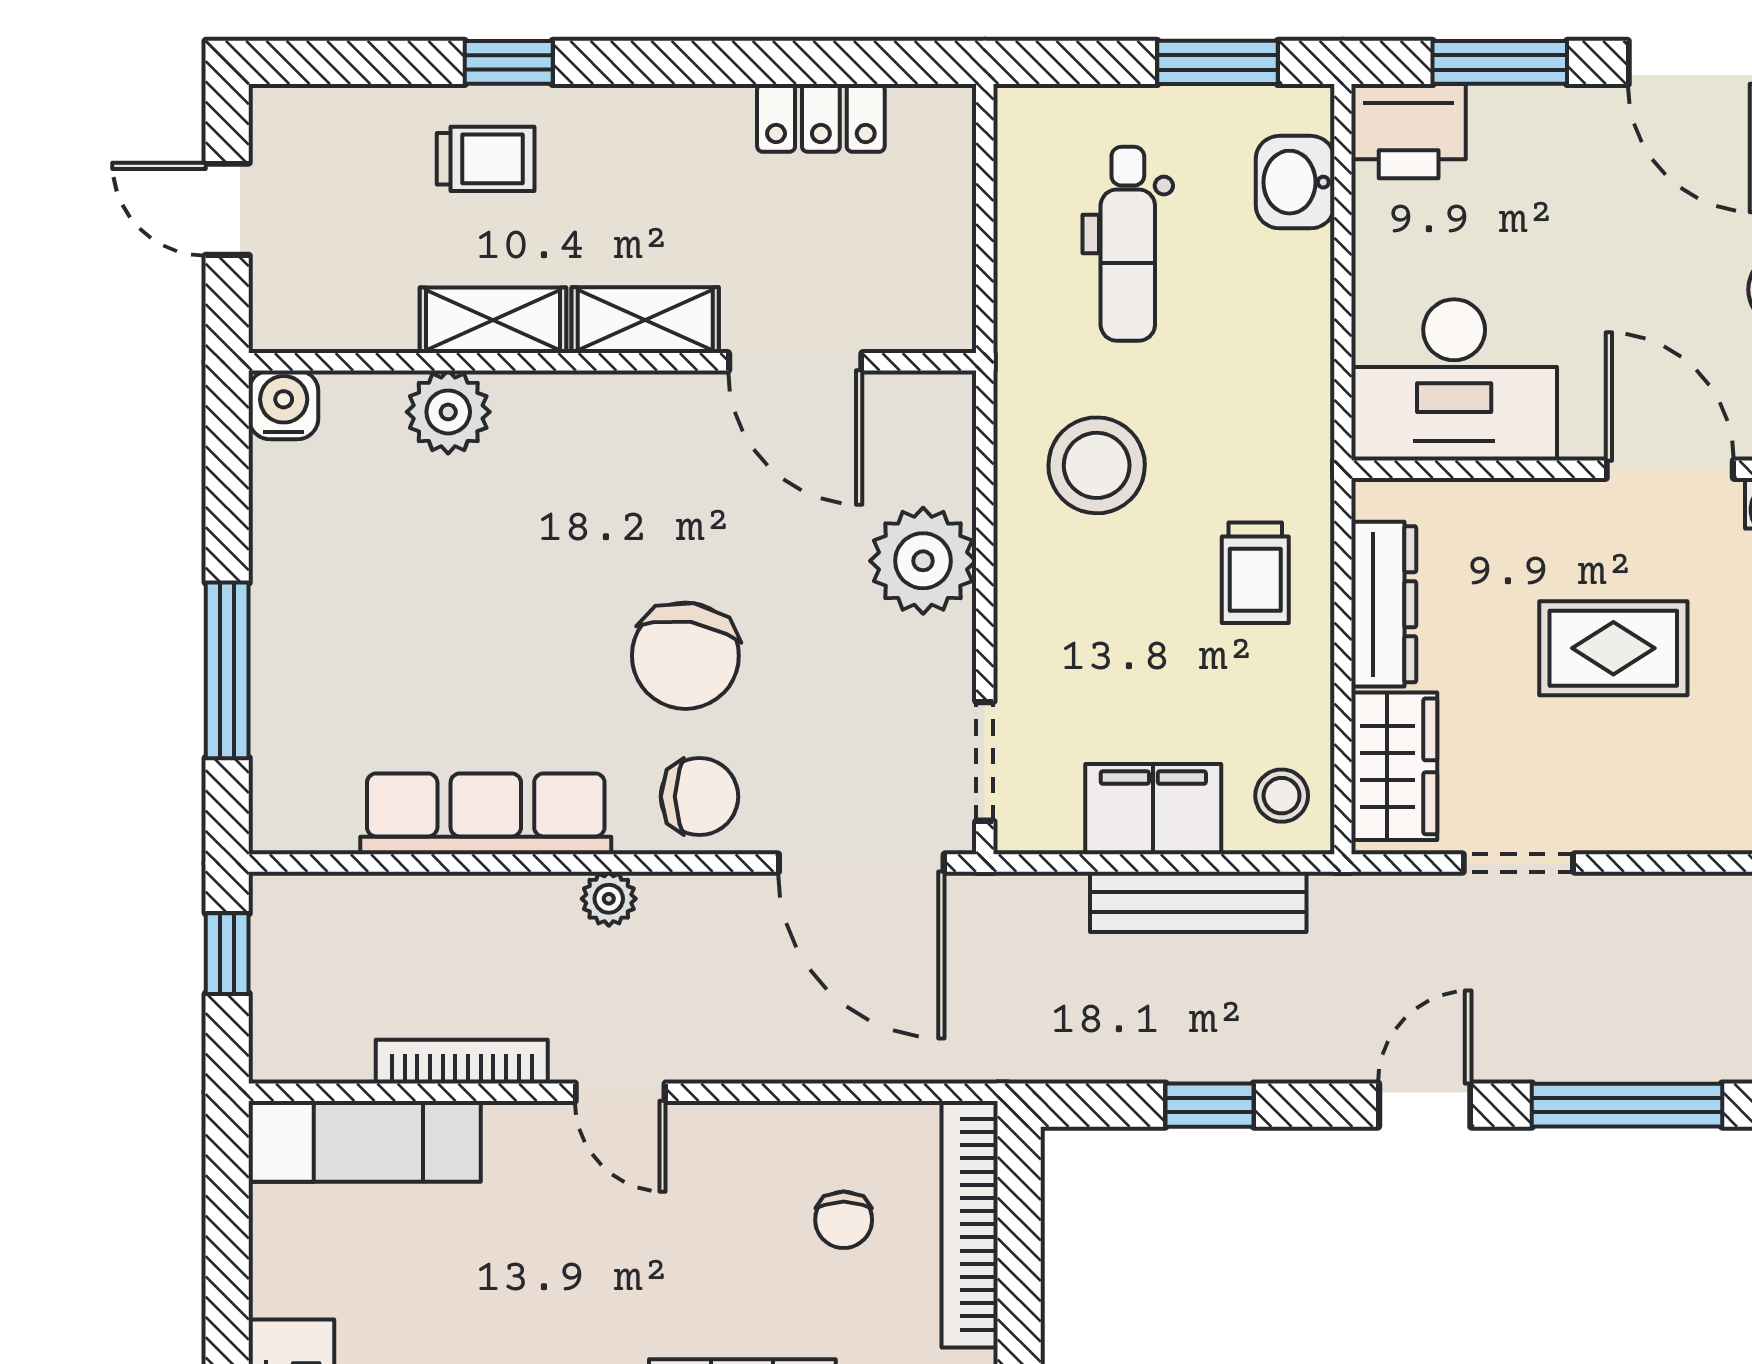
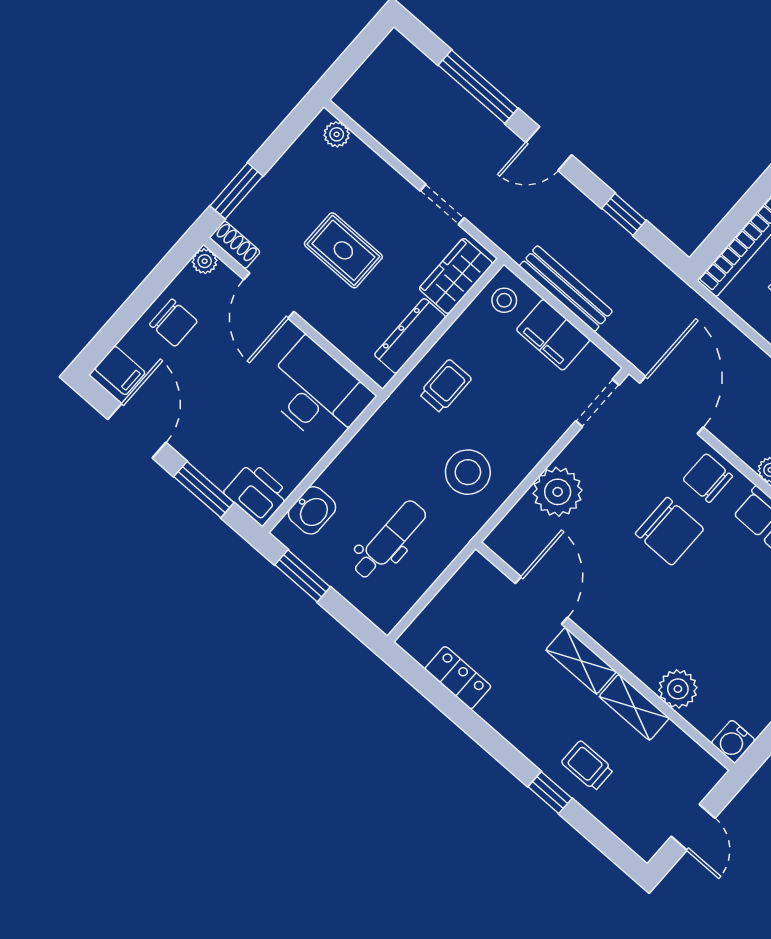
chair: (685, 656) -> (670, 531), turned 81

